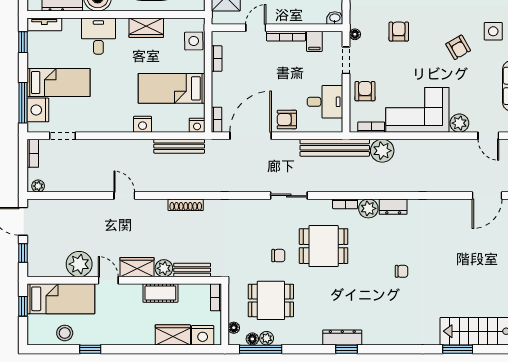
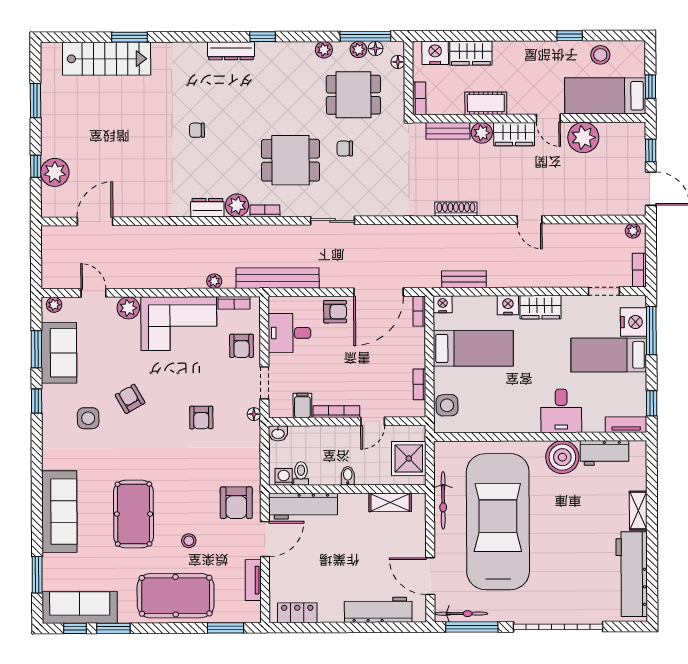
wardrobe: (146, 28) -> (541, 307), moved, turned 180
bench: (179, 146) -> (464, 279), width x0.73
plant: (382, 151) -> (214, 281), width x0.53, depth x0.53
dresser: (342, 337) -> (231, 51), moved
plant: (295, 338) -> (324, 50), added

